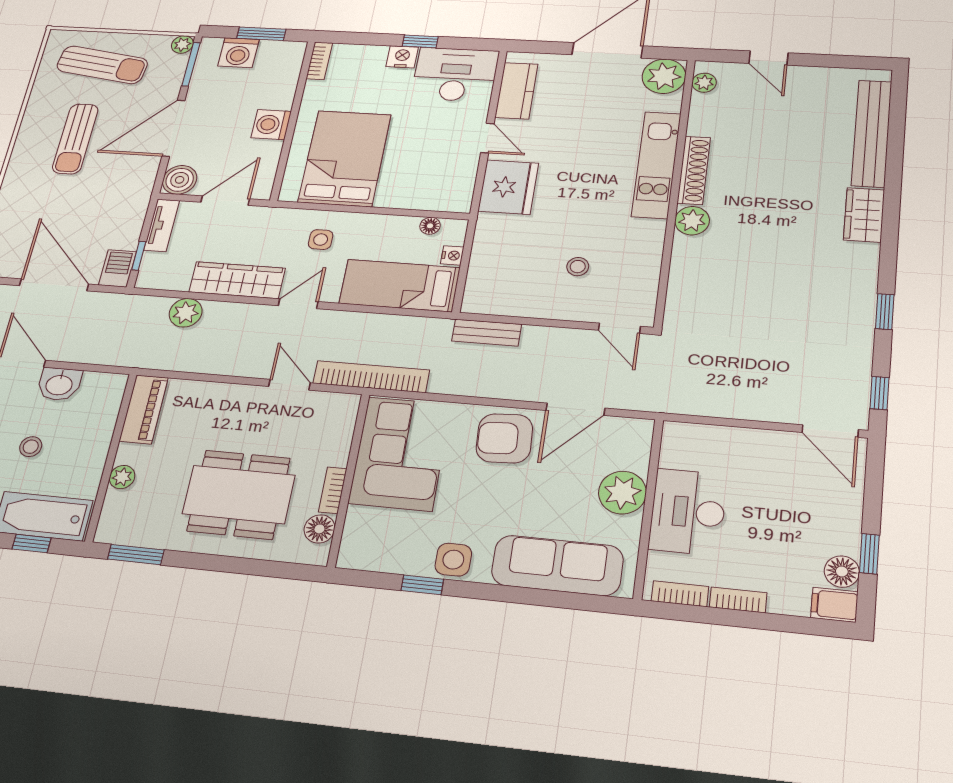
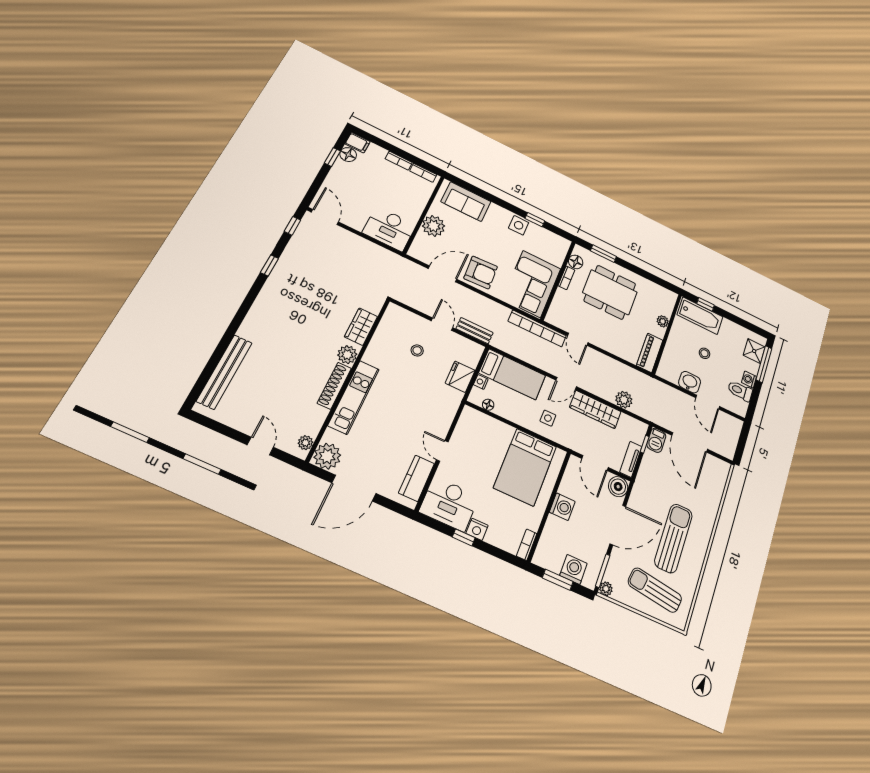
sun lounger: (75, 139) -> (674, 538), width x1.36, depth x1.34
fridge: (508, 187) -> (460, 377), moved, width x0.73, depth x0.75
door: (225, 201) -> (595, 463), hinge flipped
wardrobe: (864, 215) -> (361, 327), moved, turned 180
door: (619, 328) -> (442, 324), moved
desk: (688, 512) -> (389, 229), moved, turned 90
window: (136, 555) -> (604, 254), moved
sofa: (557, 565) -> (466, 202), width x0.73

